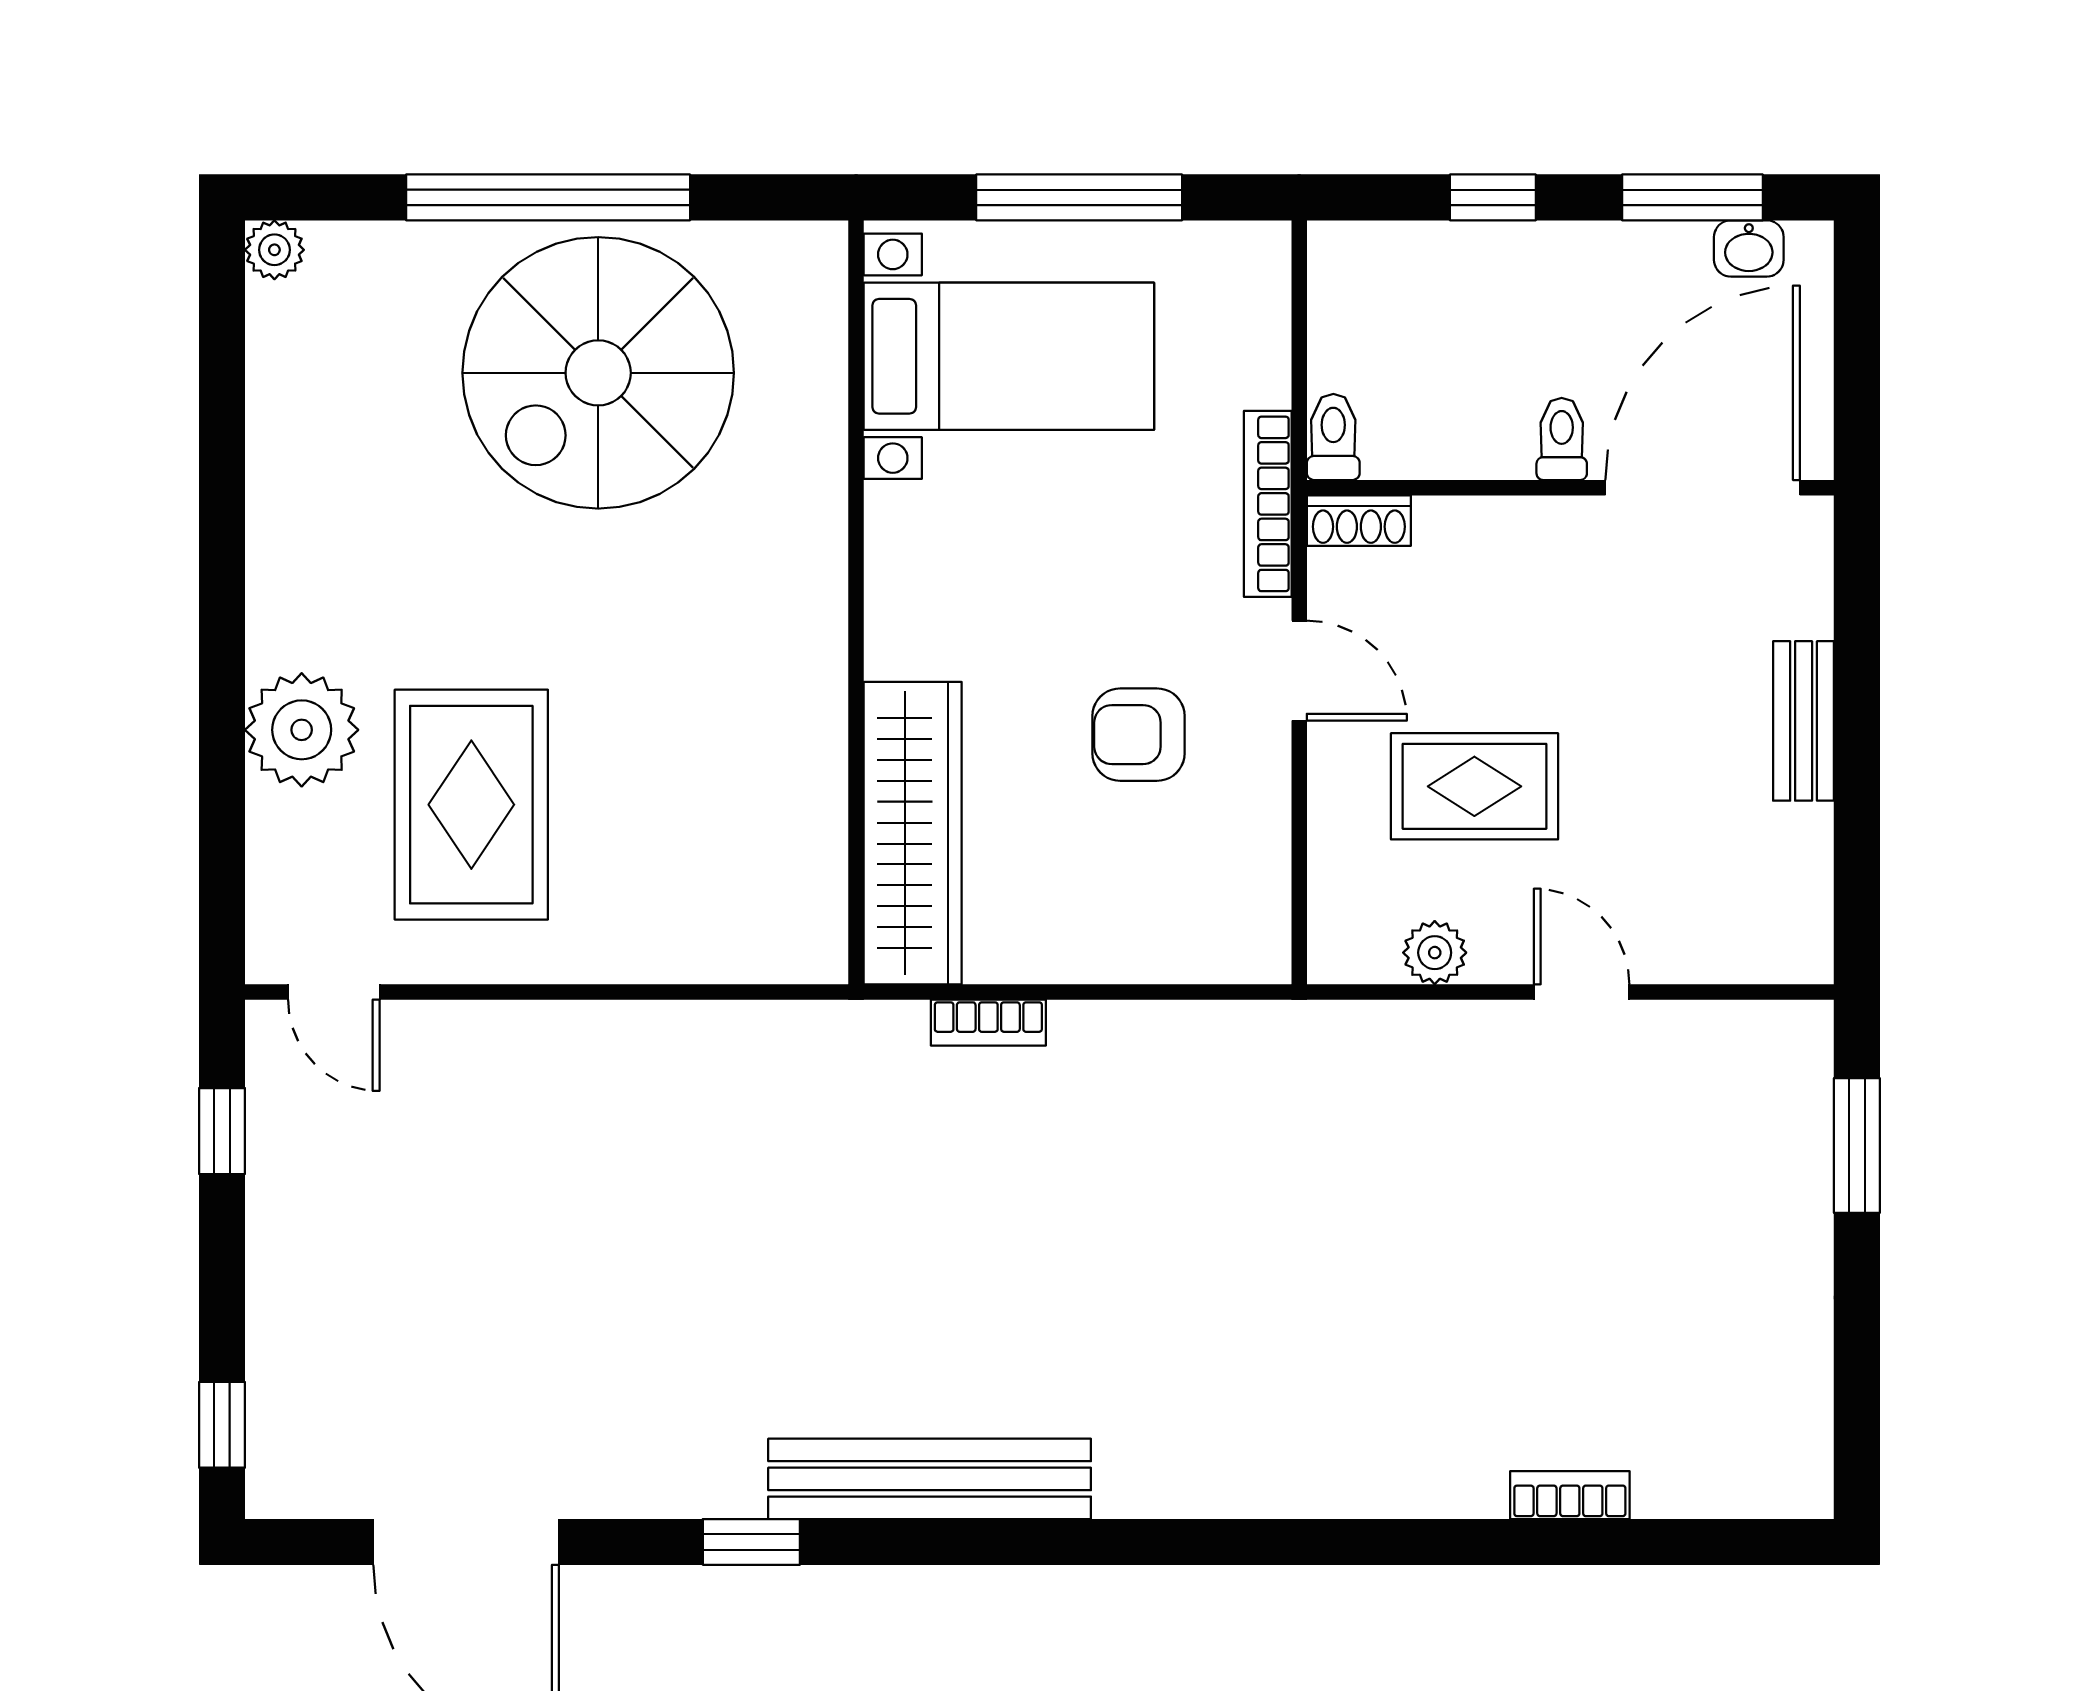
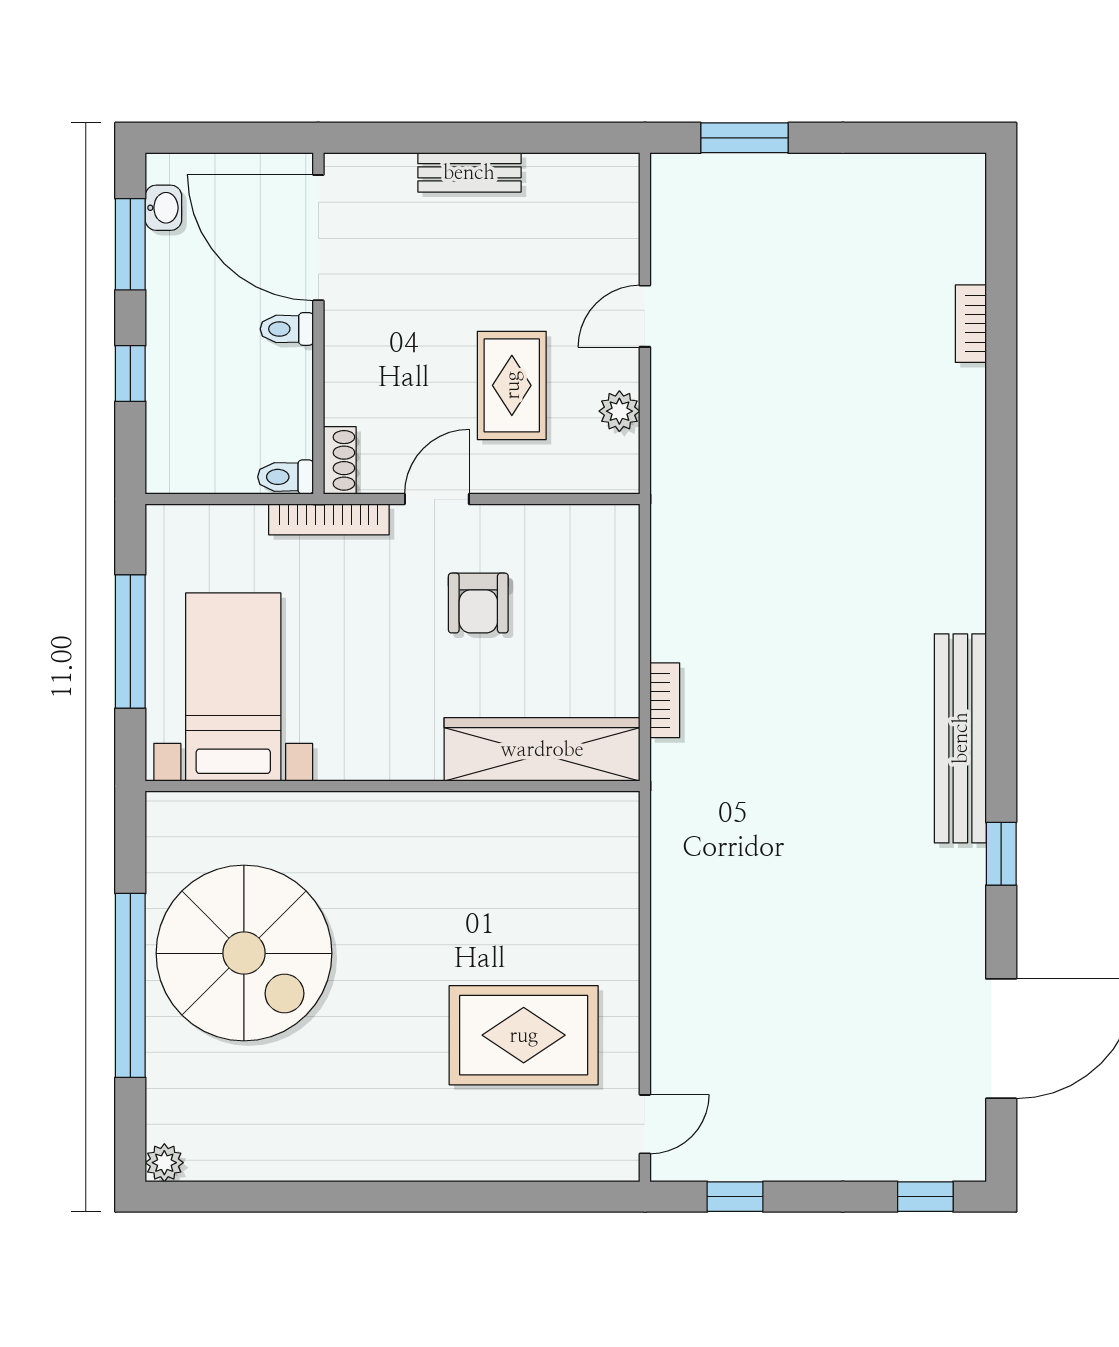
plant: (302, 730) -> (475, 1145), removed

